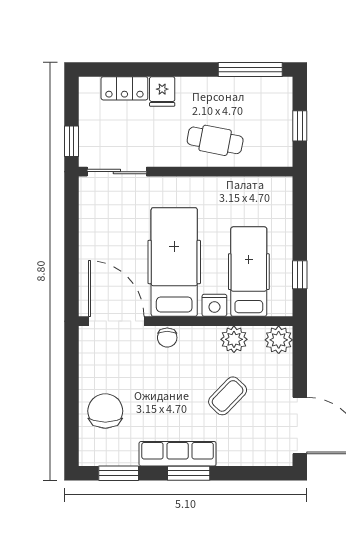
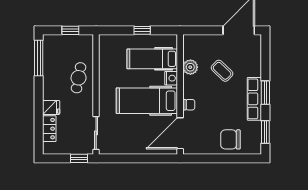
window: (300, 275) -> (142, 30), moved
plant: (279, 340) -> (191, 42), removed

